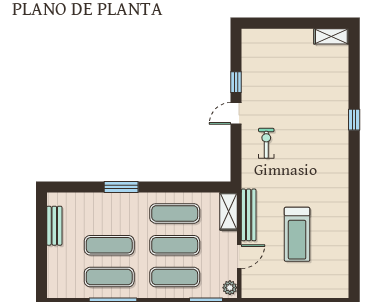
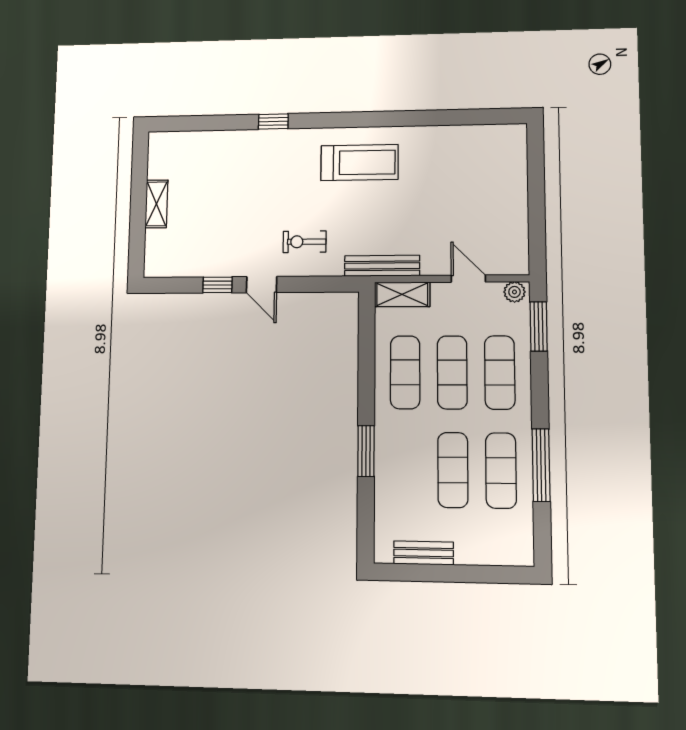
shelving: (331, 36) -> (156, 204), moved
bench: (249, 215) -> (382, 266), moved
treadmill: (297, 234) -> (359, 163), moved

